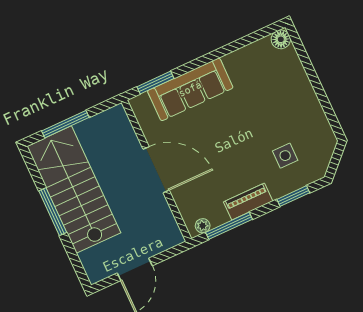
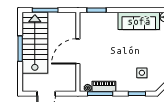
sofa: (190, 89) -> (139, 21), moved
door: (156, 170) -> (78, 51), swing flipped
piano: (248, 202) -> (104, 86), moved

